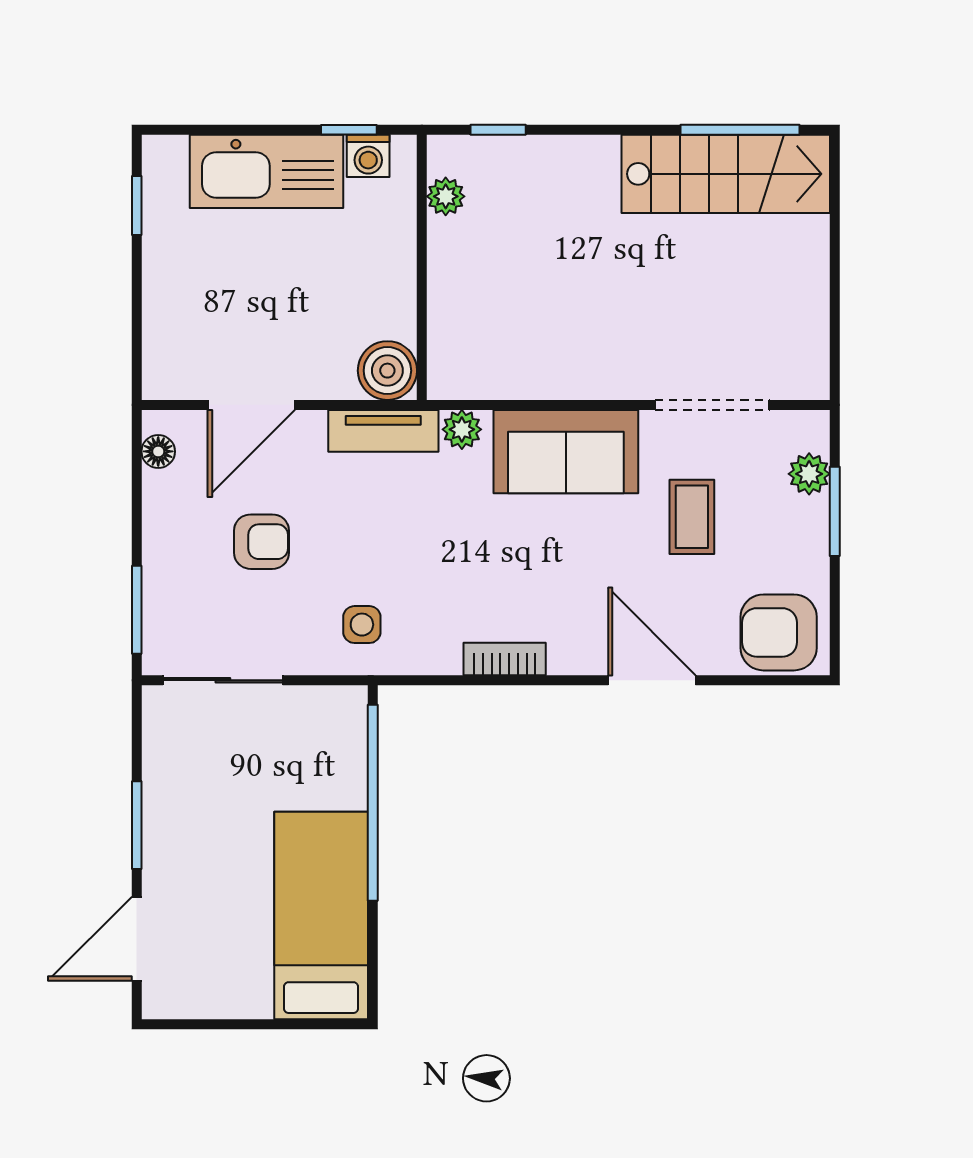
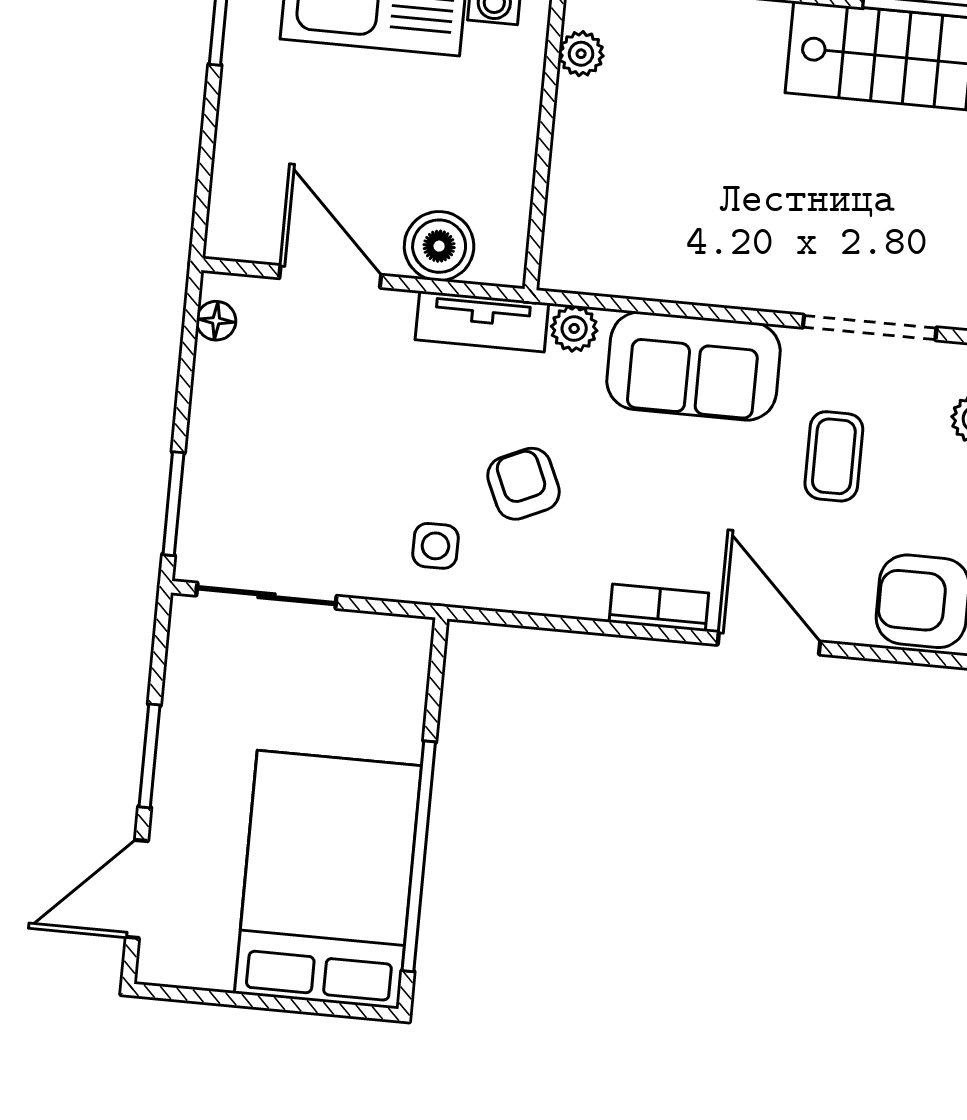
boiler: (387, 371) -> (439, 246), moved
door: (251, 405) -> (330, 276), swing flipped
armchair: (262, 542) -> (523, 484), moved, turned -114
bookcase: (505, 659) -> (659, 608), moved
window: (373, 803) -> (419, 856), moved
bed: (321, 916) -> (328, 880), width x1.50

